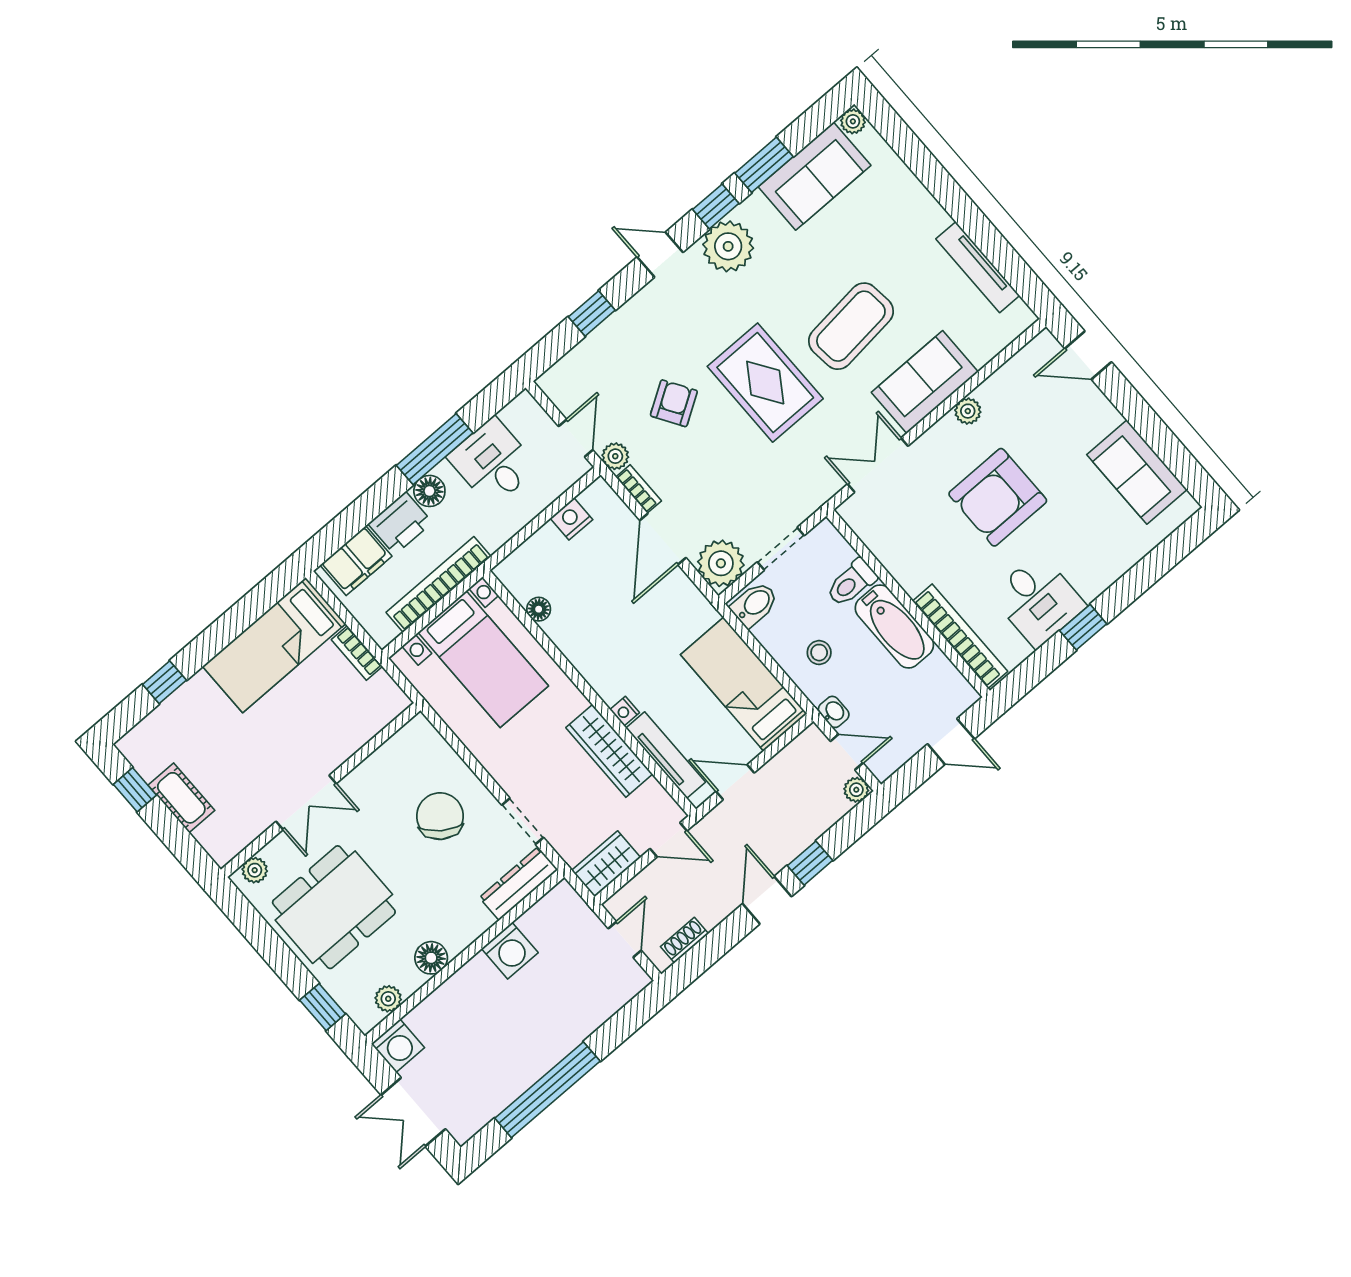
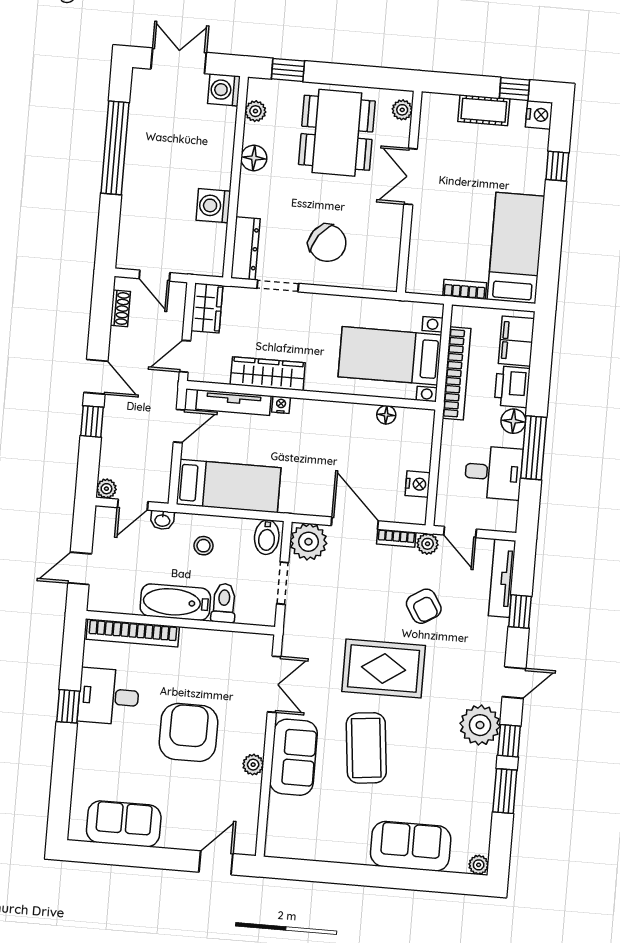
sofa: (815, 176) -> (411, 846), moved, turned 90
tv unit: (978, 267) -> (502, 578), moved, turned -90
nightstand: (136, 745) -> (539, 115), added

